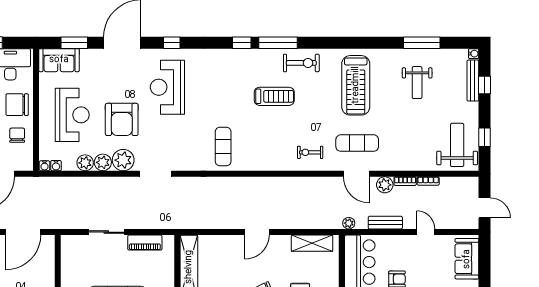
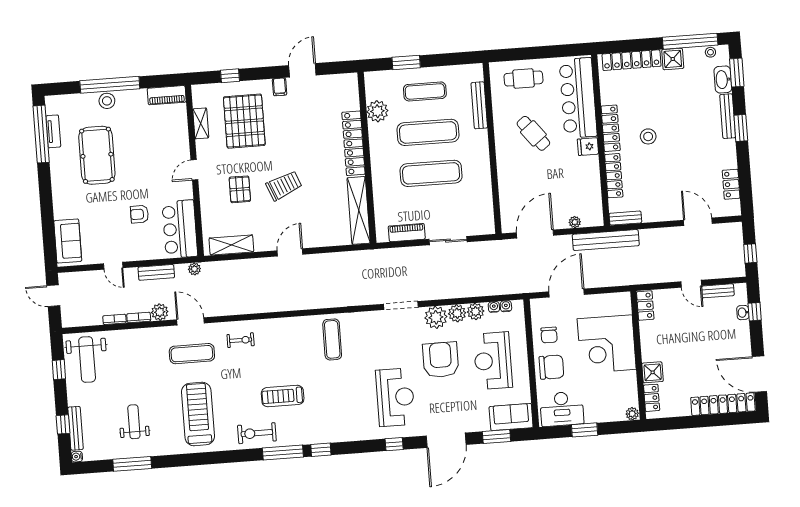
water cooler: (45, 166) -> (494, 307), moved

